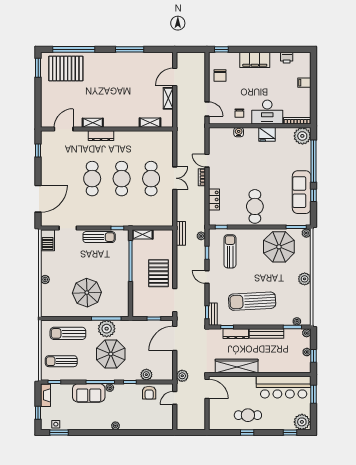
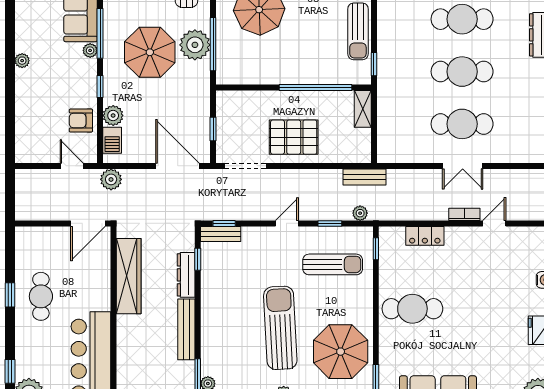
sun lounger: (252, 301) -> (280, 328), moved
barbecue: (160, 375) -> (112, 140), added

